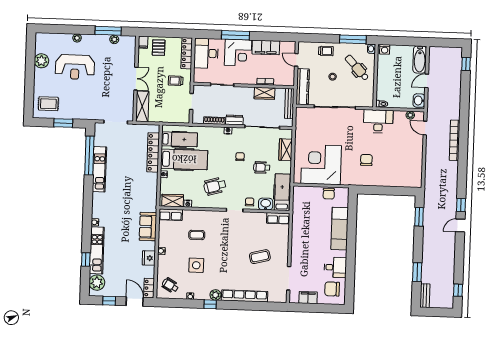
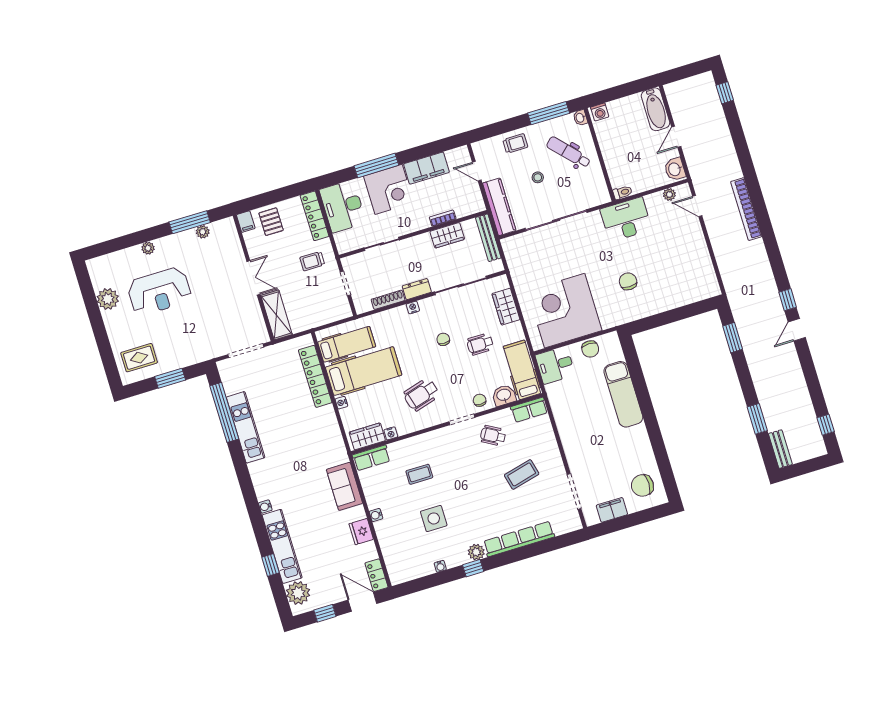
desk: (335, 267) -> (555, 365), moved, turned 180
wheelchair: (170, 285) -> (493, 436), moved

